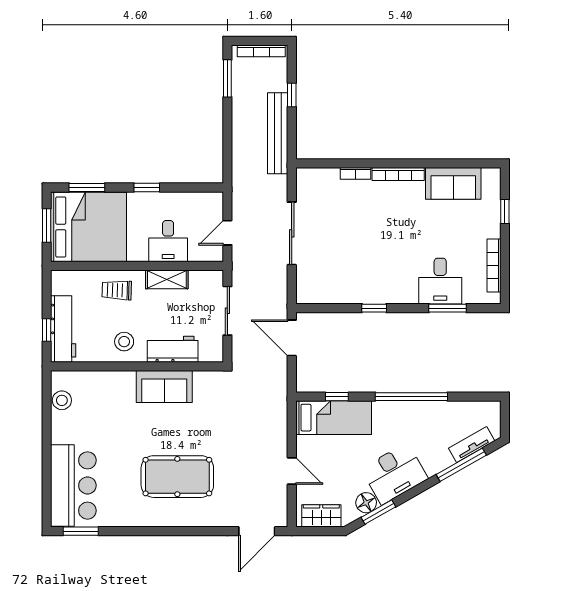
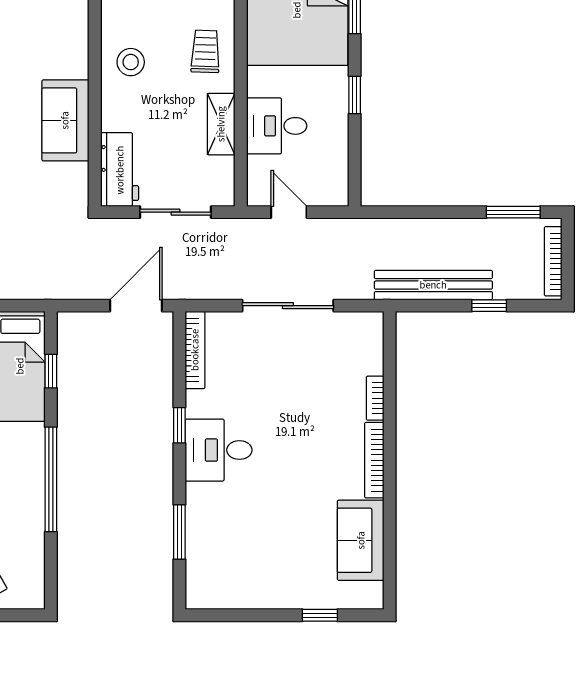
bookcase: (494, 265) -> (195, 350), moved, turned 90
desk: (440, 281) -> (219, 450), moved
workbench: (173, 349) -> (120, 170), moved

